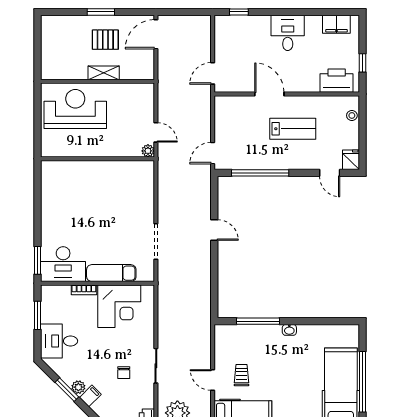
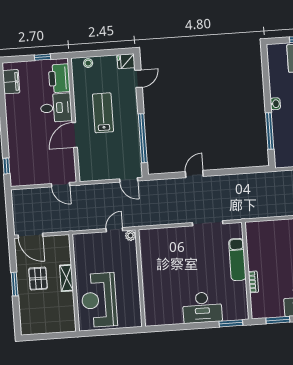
desk: (288, 33) -> (56, 108), moved, turned 180
desk: (63, 264) -> (202, 307), moved, turned 90
corner desk: (119, 306) -> (265, 251), removed

